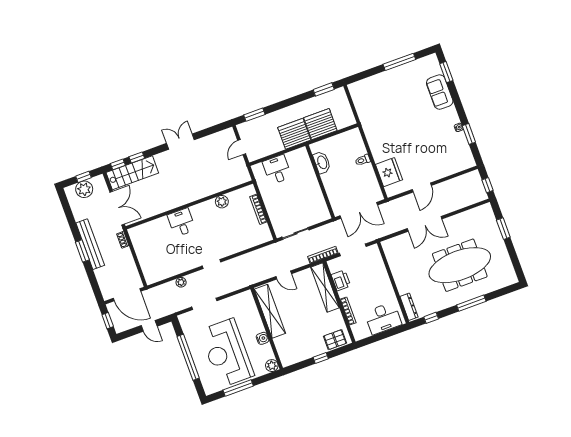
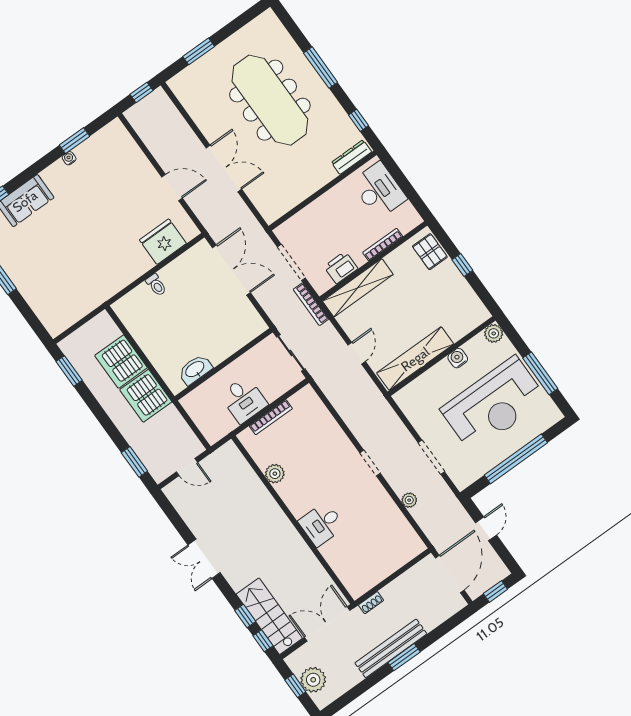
washbasin: (322, 162) -> (195, 370), moved
desk: (277, 170) -> (244, 400), moved, turned -90
wall: (320, 182) -> (224, 364), moved

